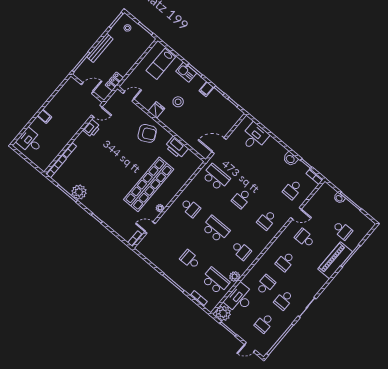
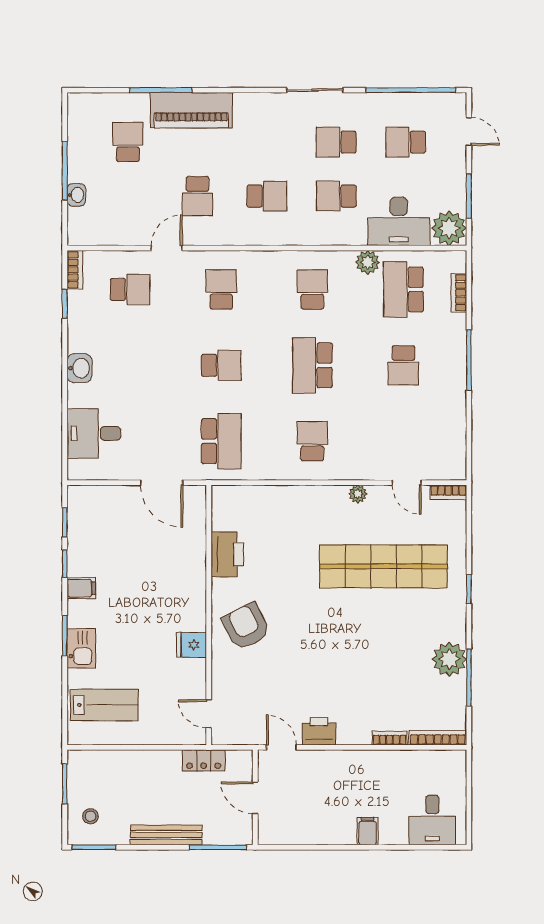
stool: (178, 102) -> (145, 619), removed
washbasin: (290, 159) -> (79, 368), moved
school desk: (216, 177) -> (221, 441), turned 180
shop shelf: (149, 184) -> (383, 566), moved
door: (296, 213) -> (167, 248), hinge flipped
school desk: (267, 220) -> (221, 289), turned -90
school desk: (284, 300) -> (336, 142), turned 180
school desk: (264, 323) -> (406, 142), turned 180

